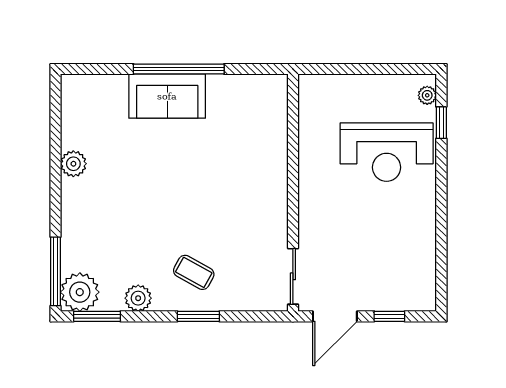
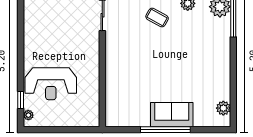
reception desk: (387, 152) -> (51, 84), turned 180
plant: (73, 164) -> (223, 108), moved

